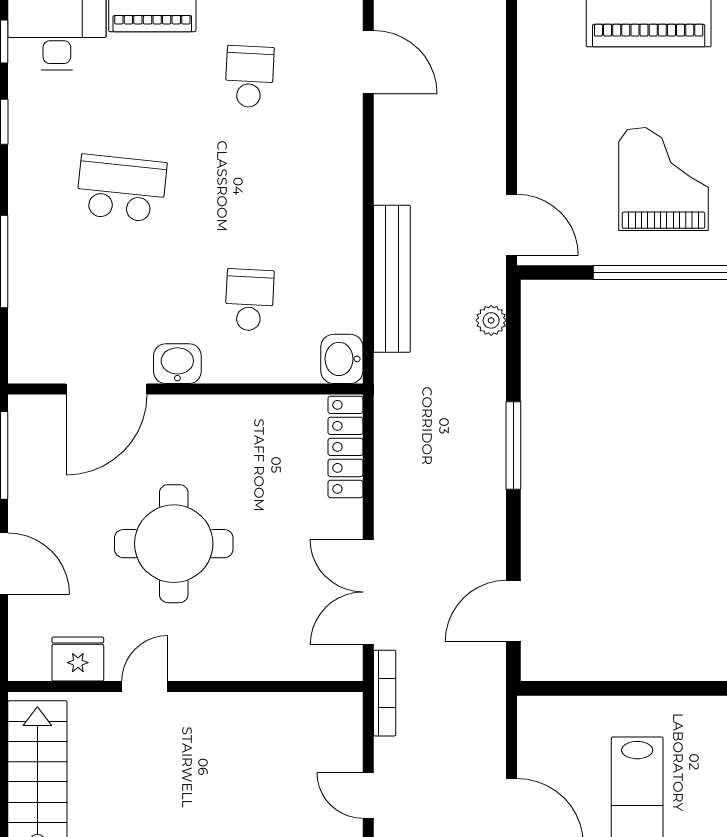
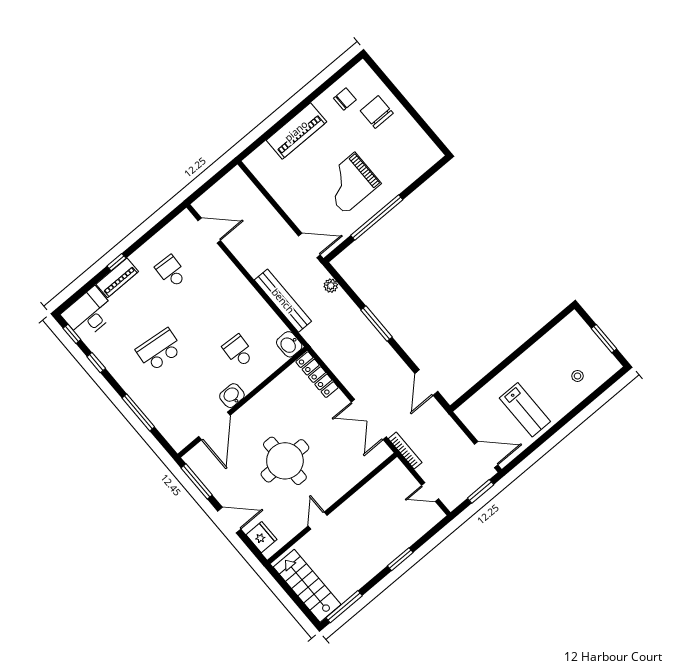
grand piano: (664, 179) -> (350, 183), turned -90
fridge: (78, 659) -> (262, 537), moved, turned 90

